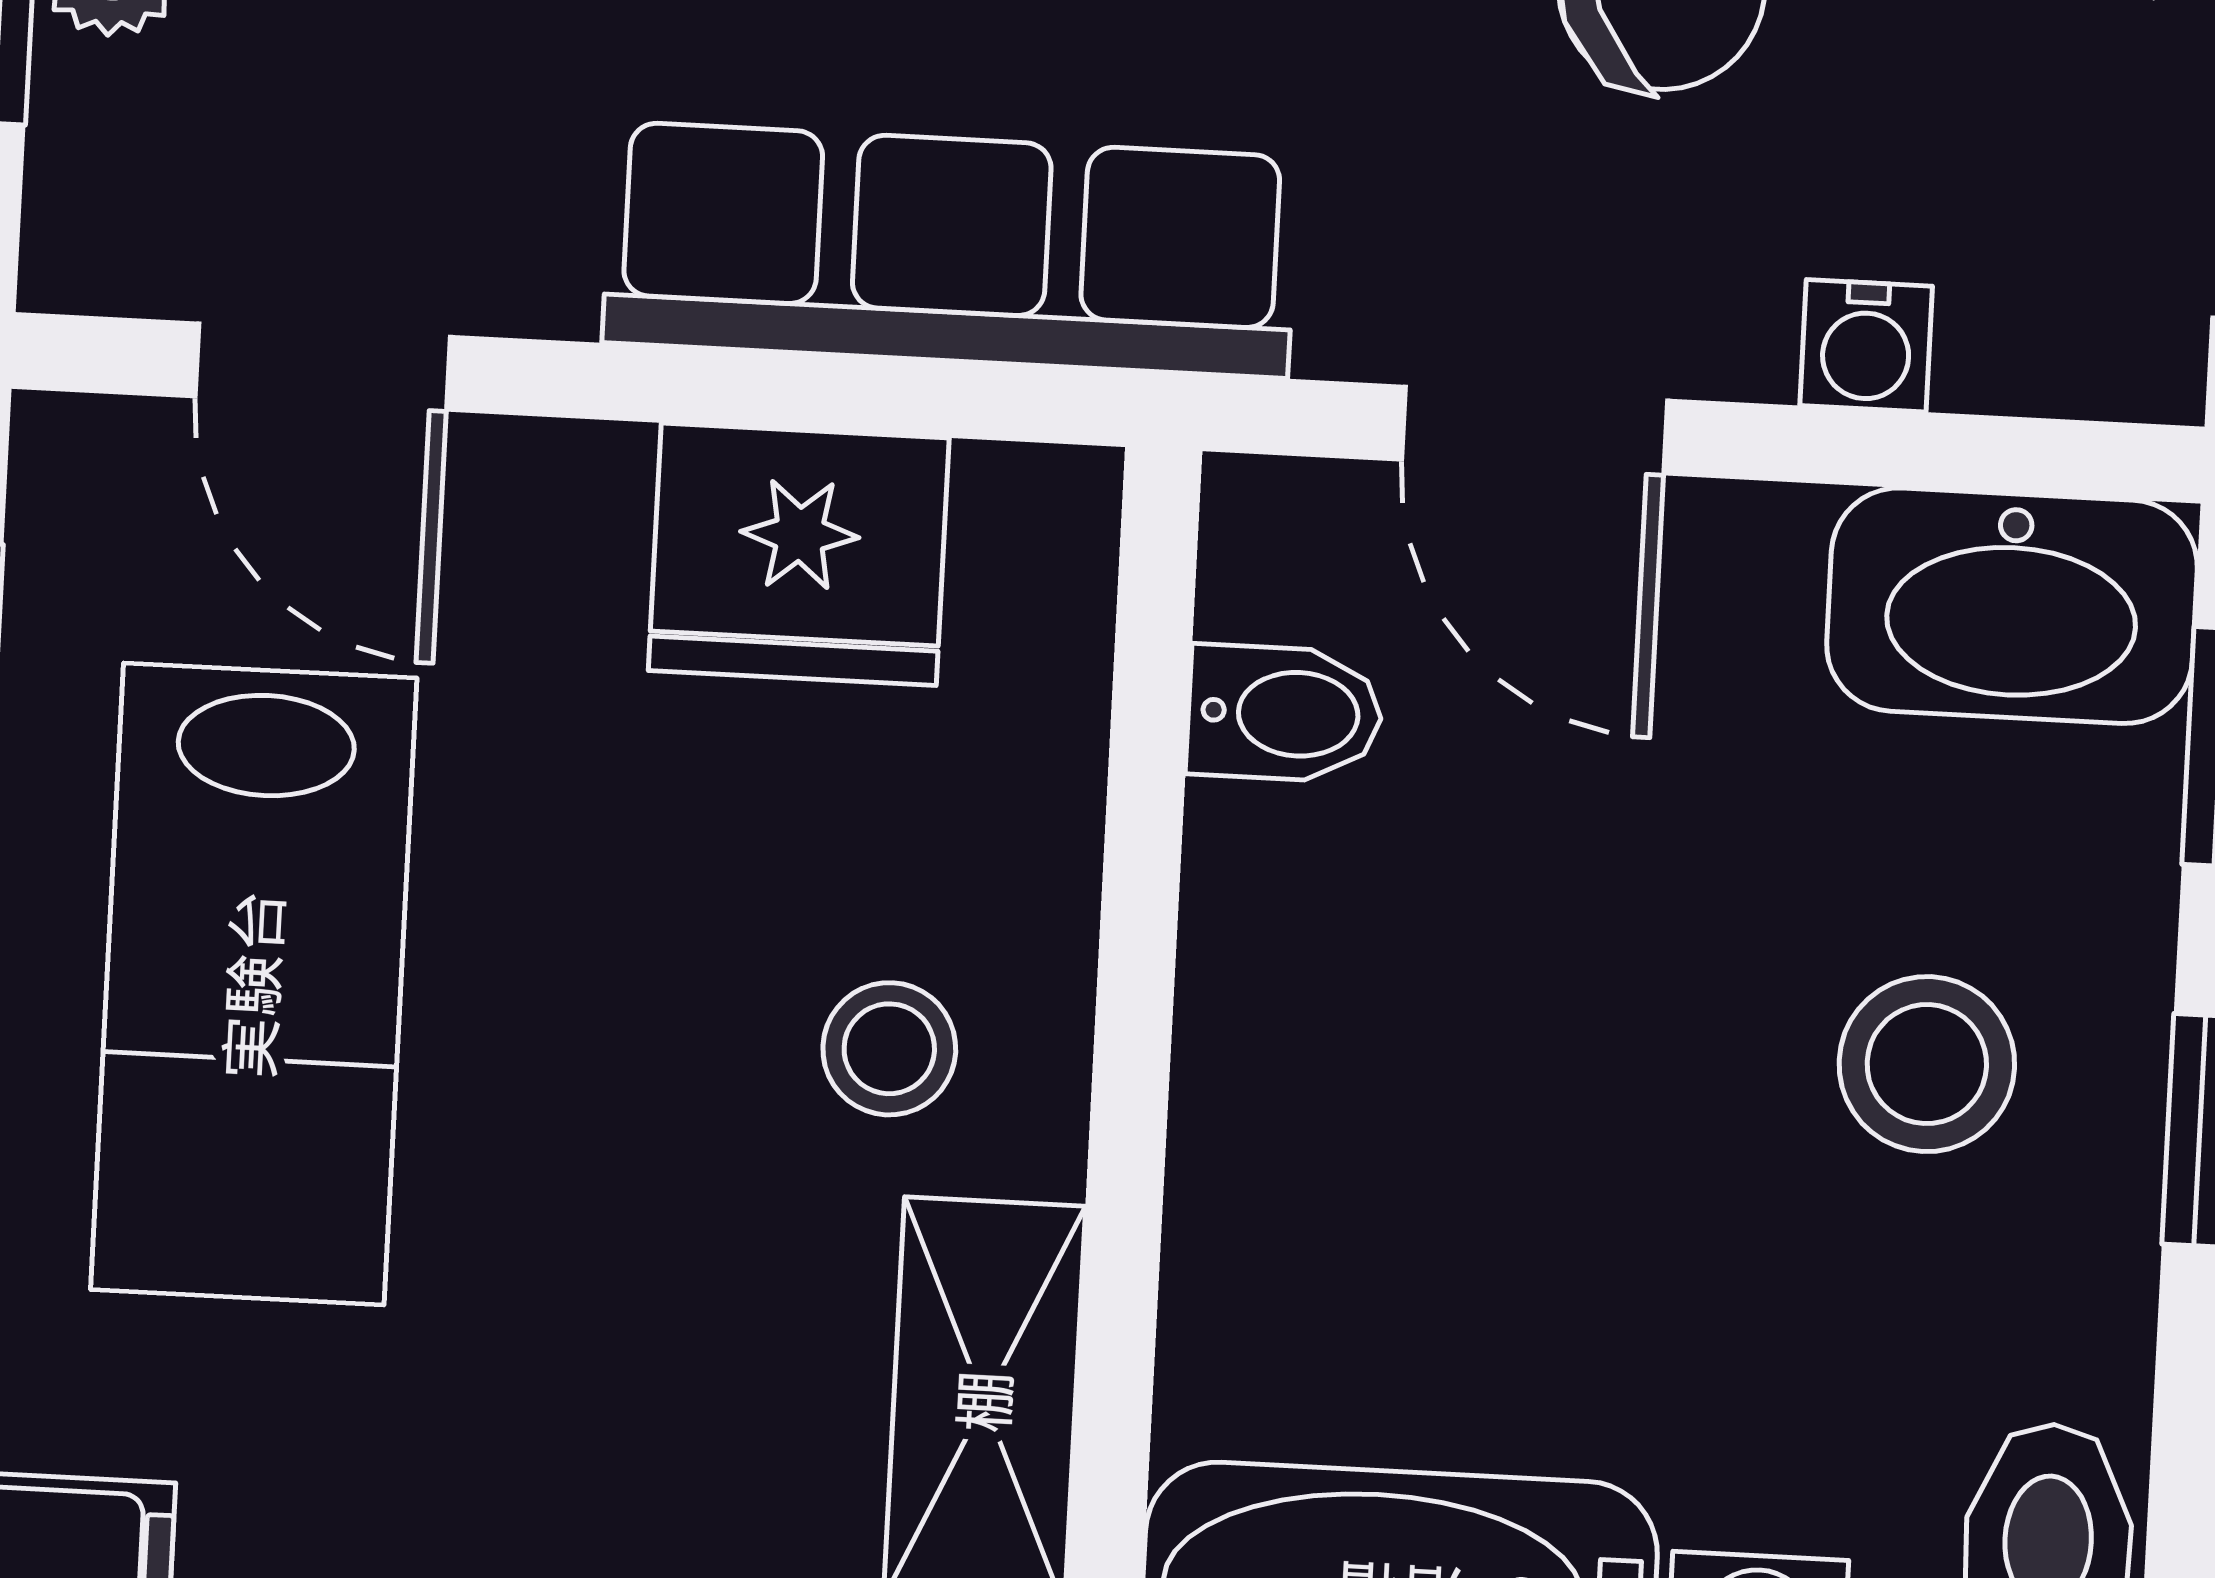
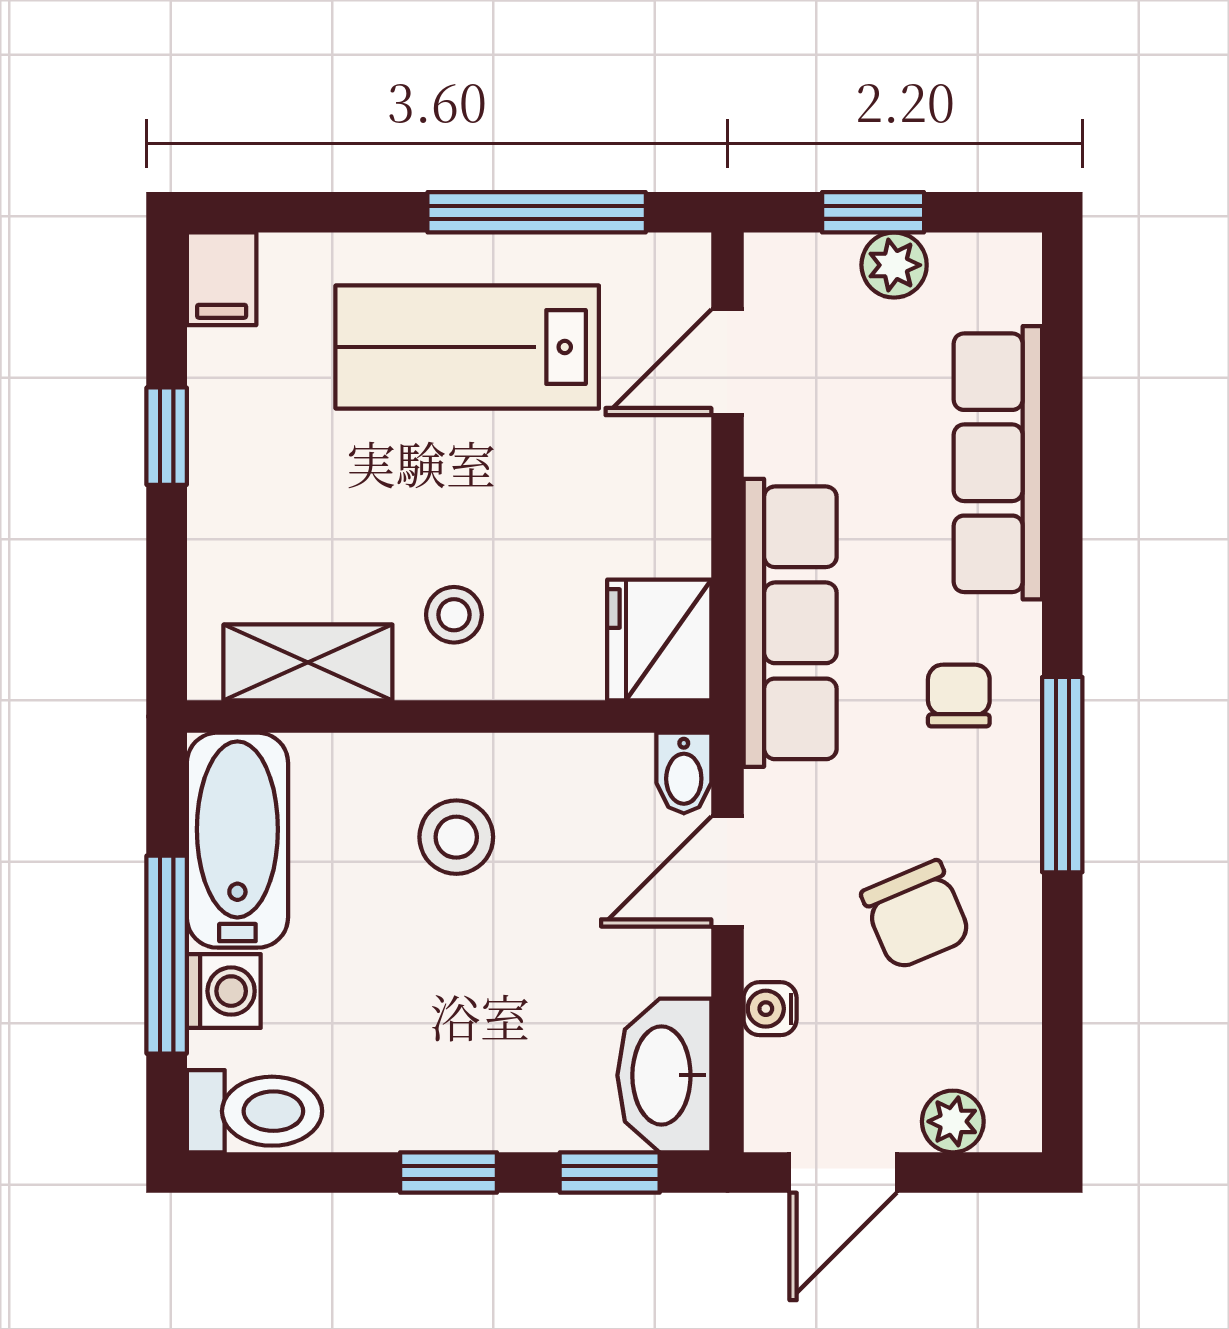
fridge: (799, 554) -> (659, 640), moved
bidet: (1285, 714) -> (684, 773), moved
stool: (1927, 1064) -> (456, 837), moved

